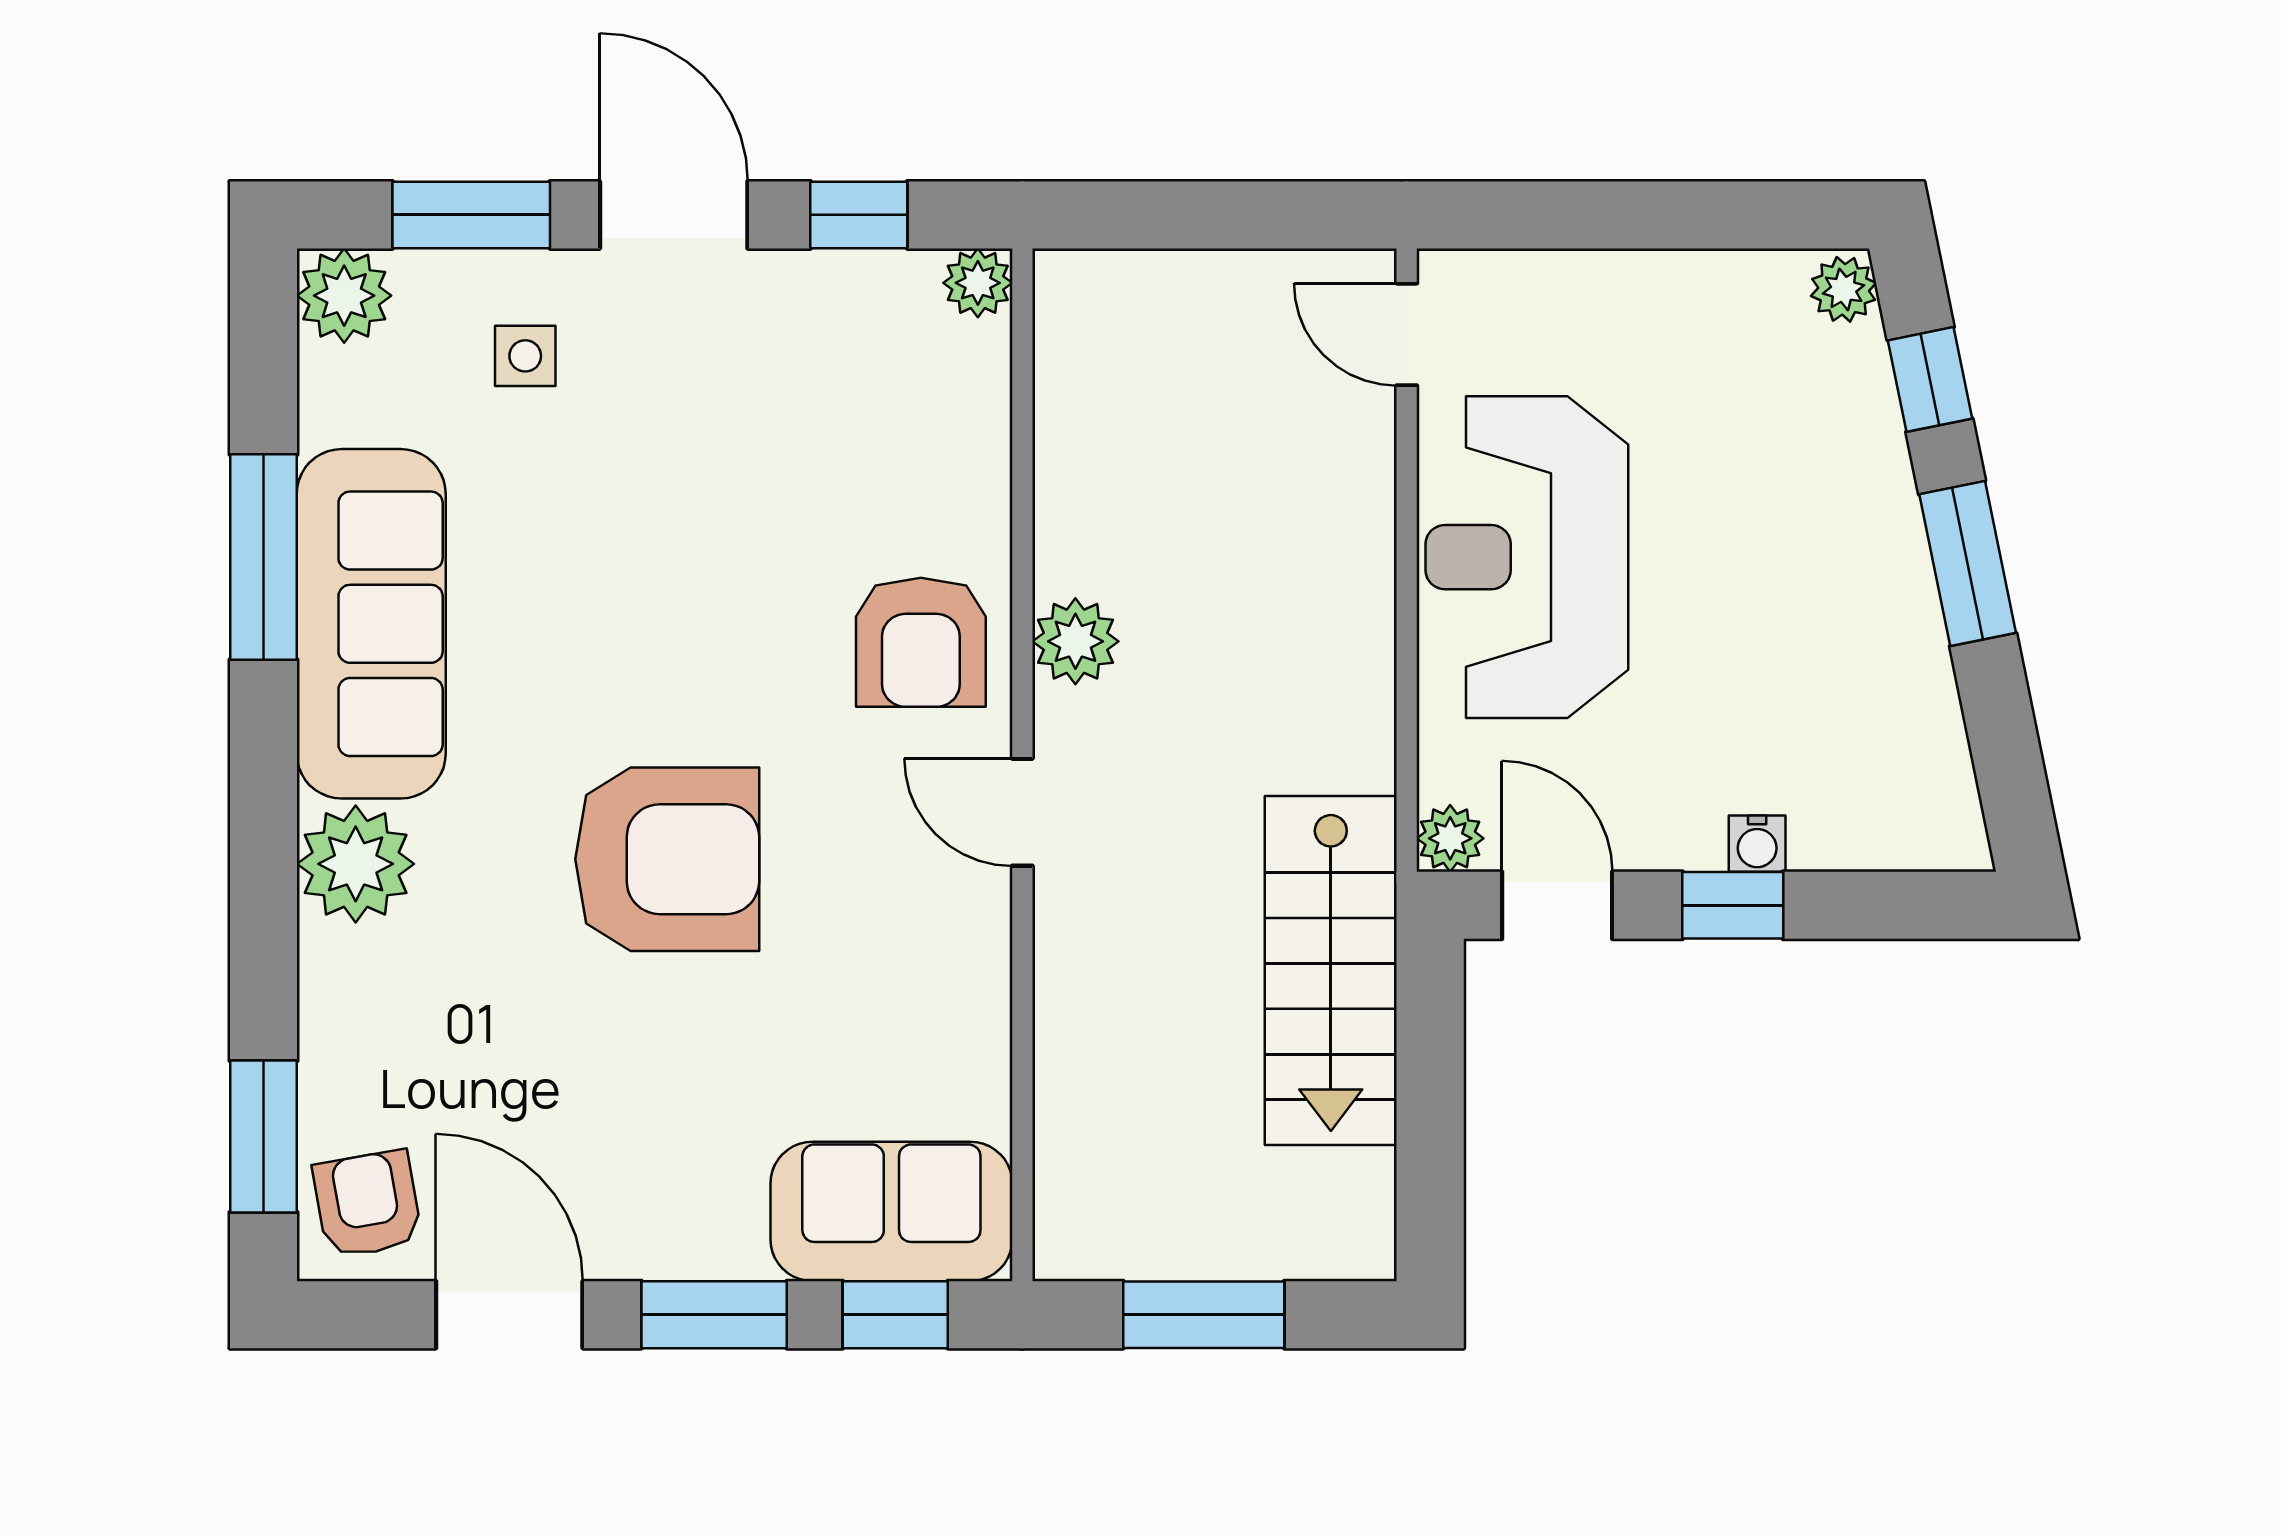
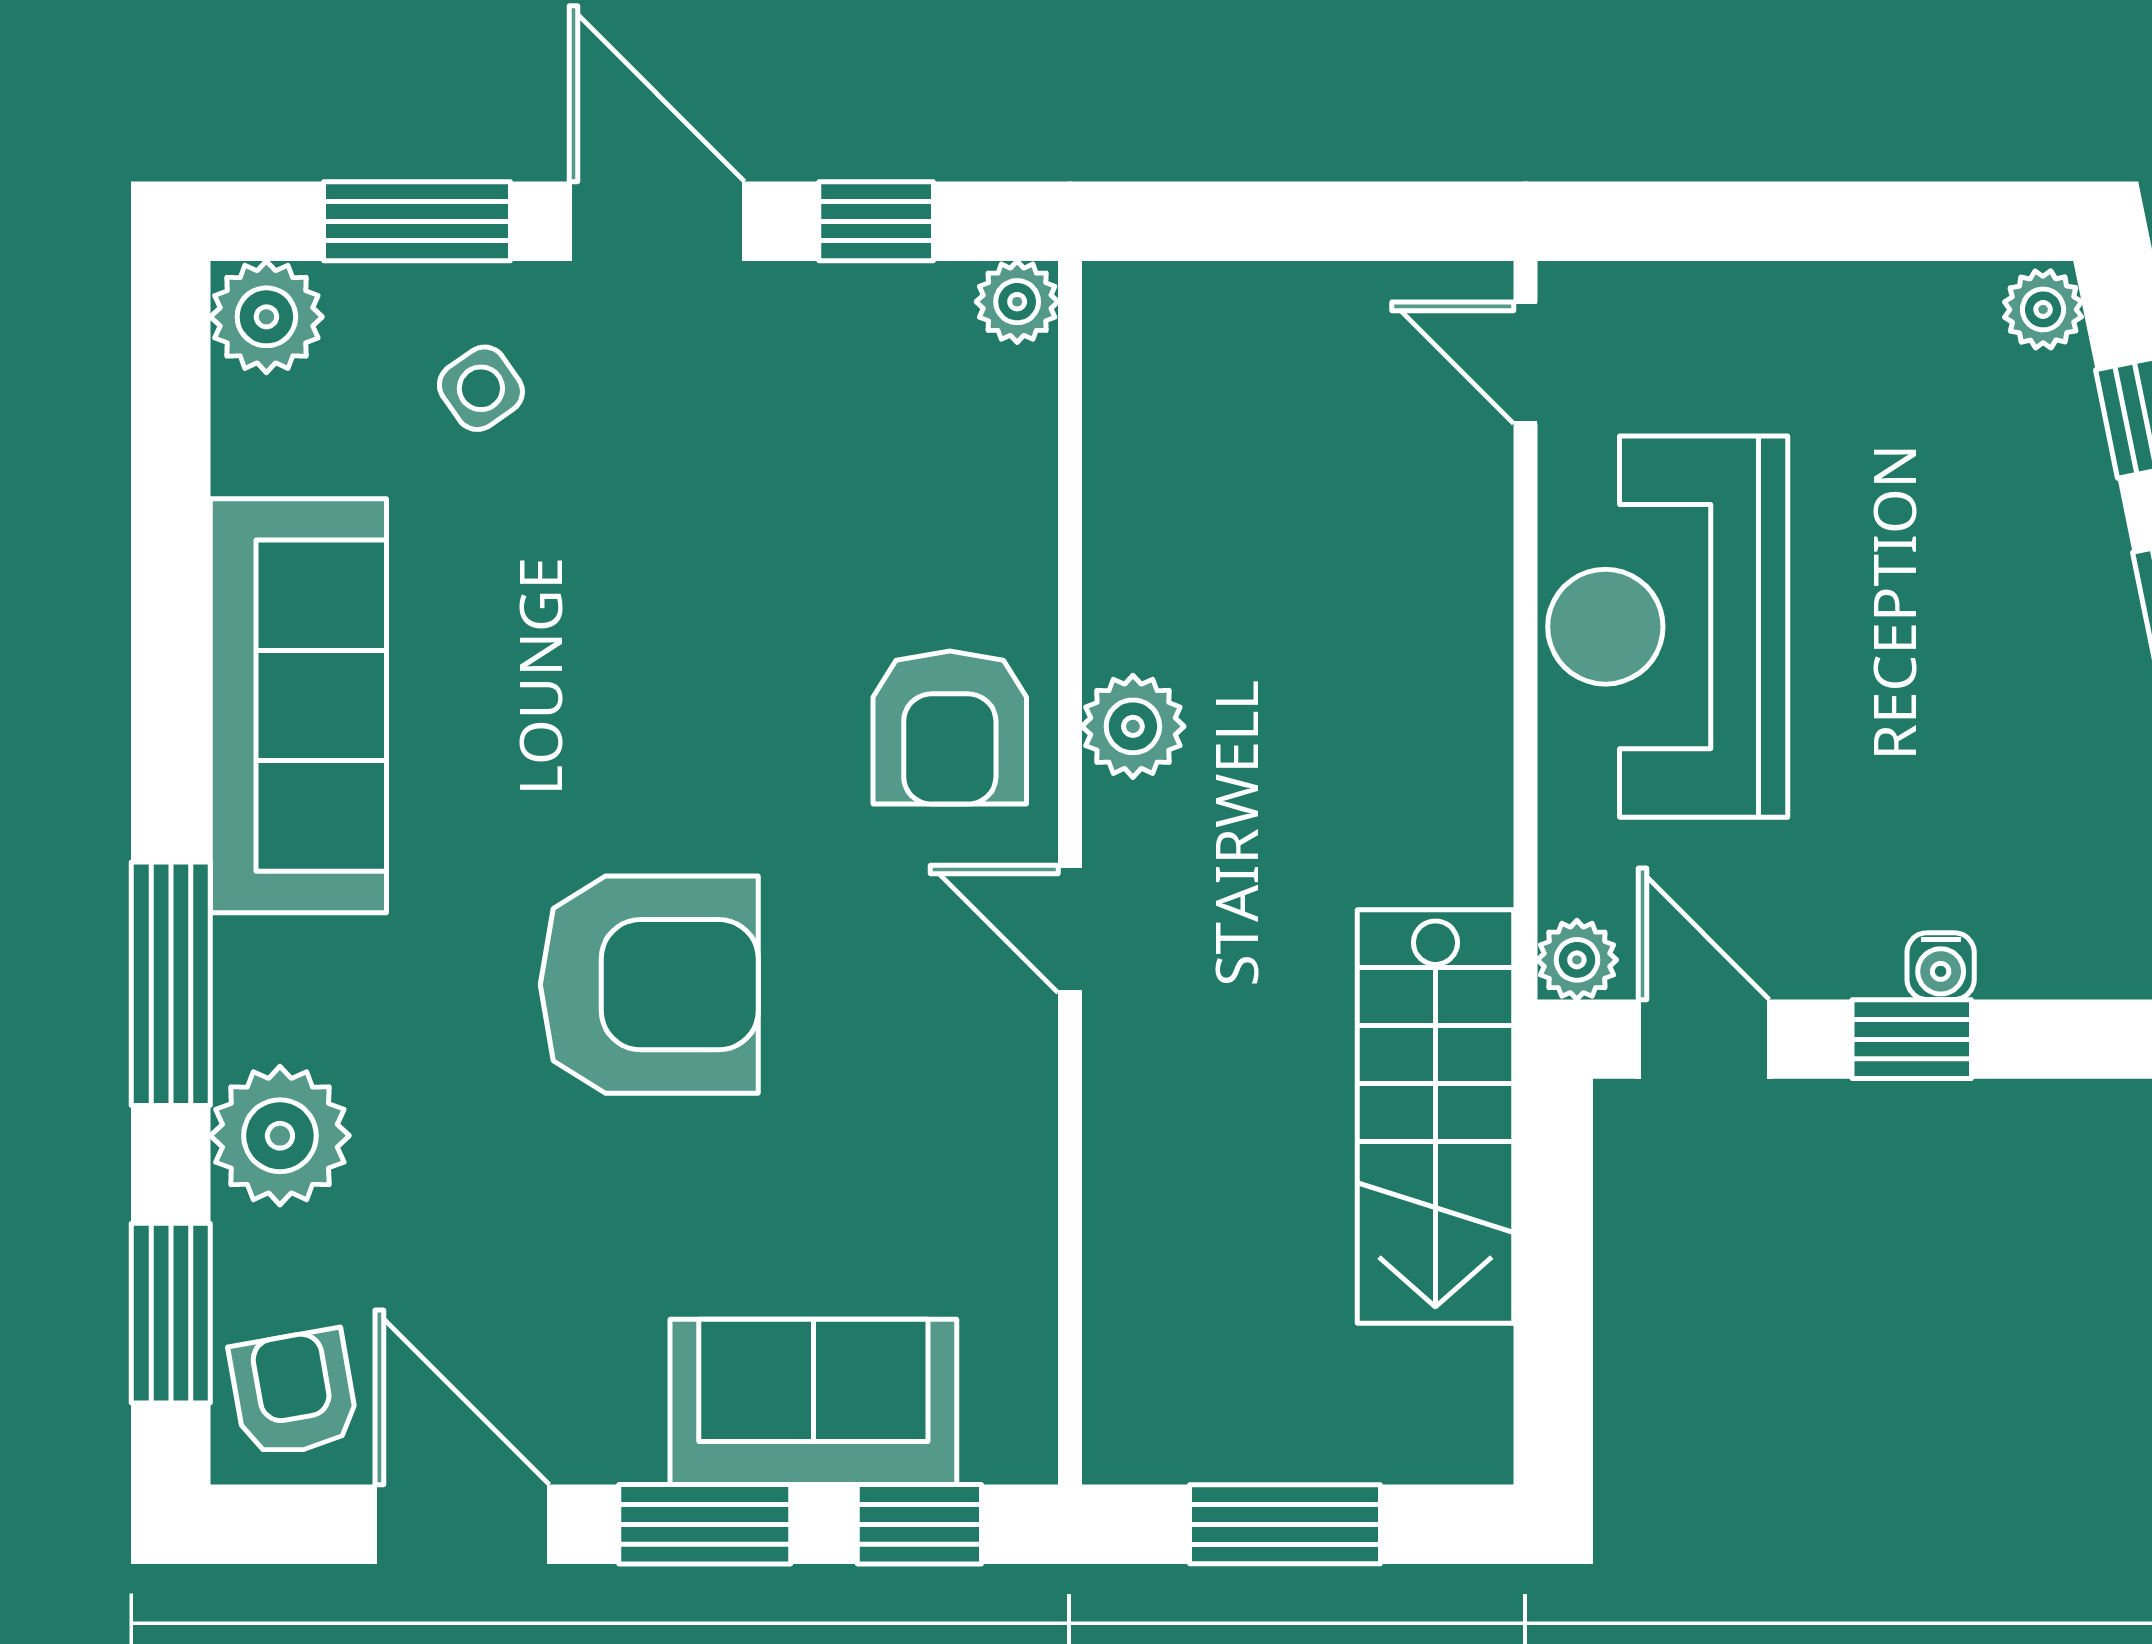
side table: (525, 356) -> (481, 388), turned -35
window: (263, 557) -> (171, 984), moved
plant: (356, 864) -> (280, 1136), moved
sofa: (891, 1211) -> (813, 1402), moved

